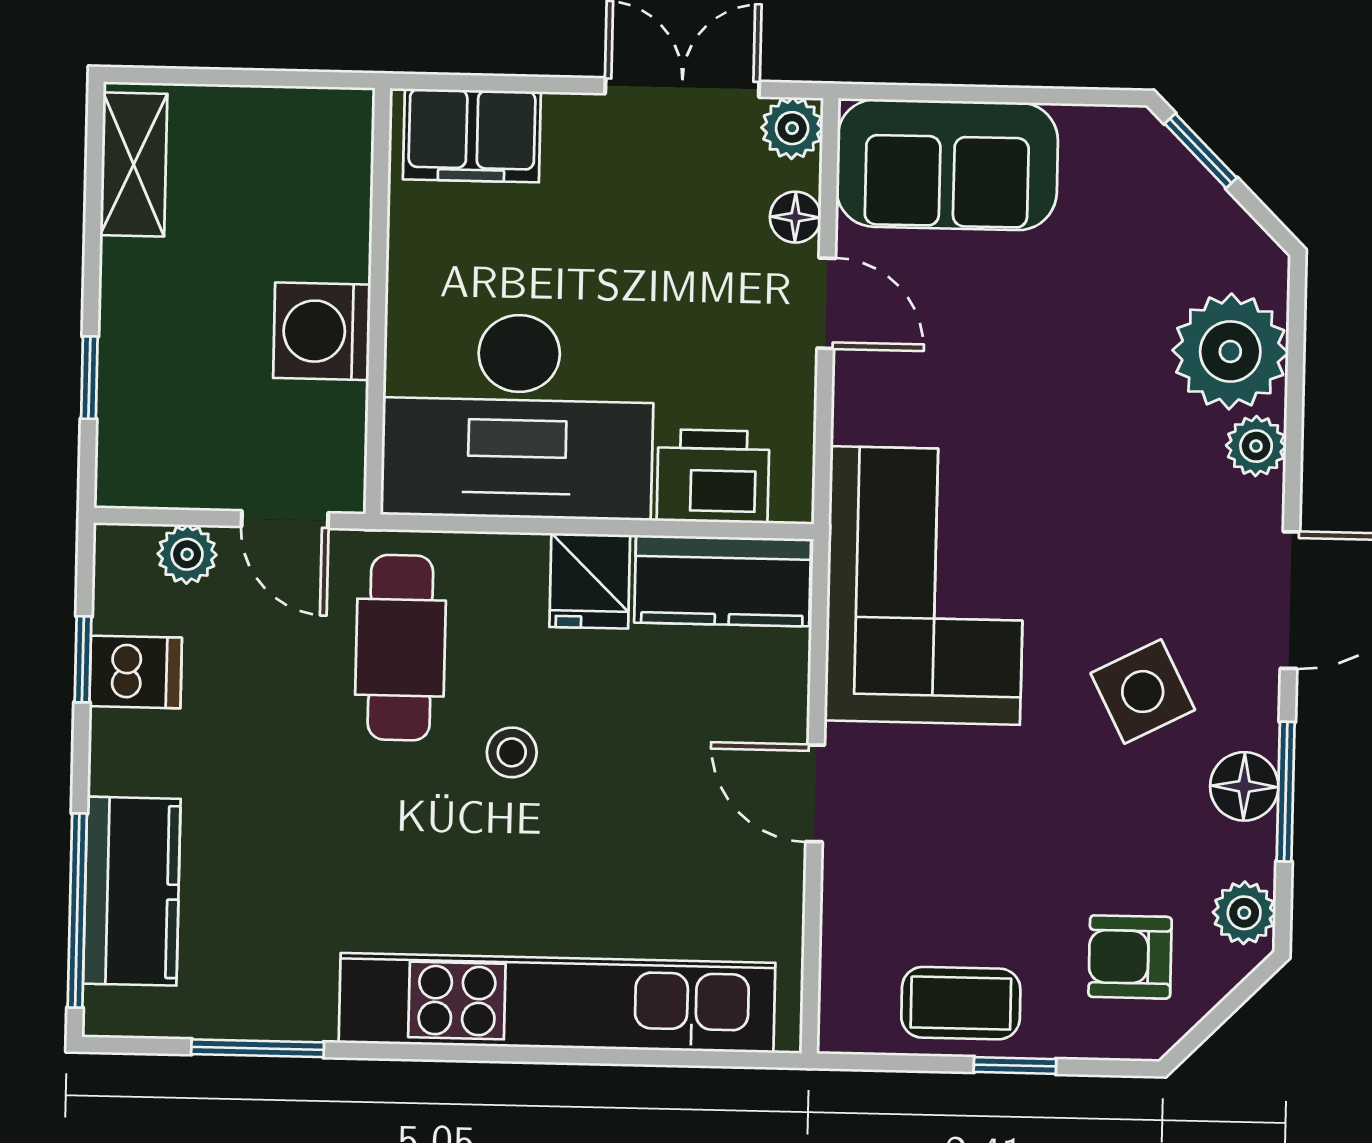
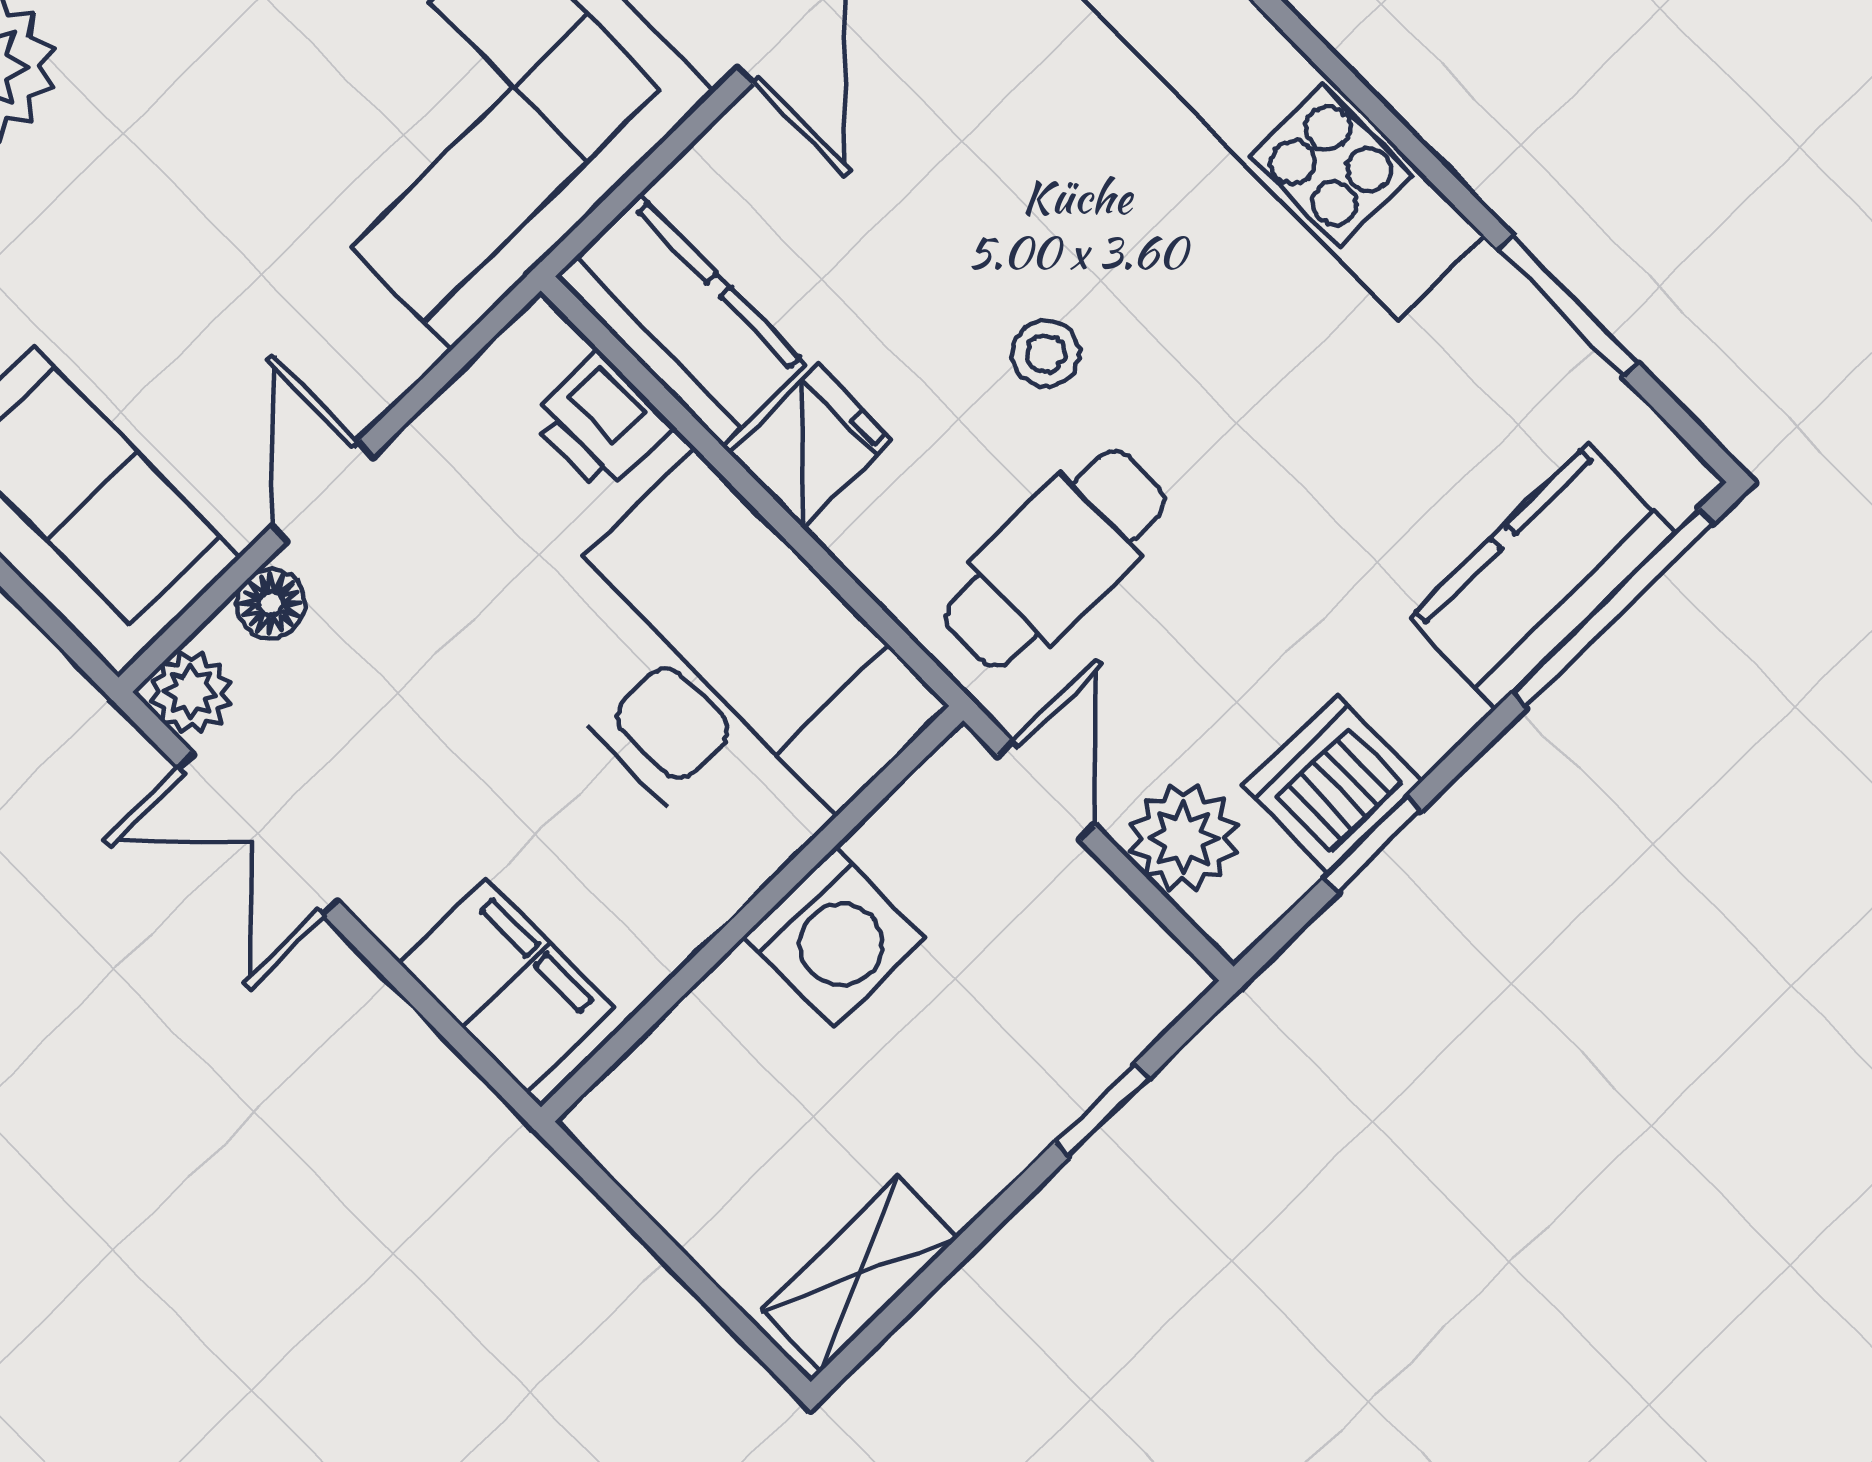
printer: (713, 476) -> (601, 423), width x0.73, depth x0.81
plant: (187, 554) -> (1184, 838), width x1.38, depth x1.38
dishwasher: (136, 672) -> (1333, 784), width x1.38

